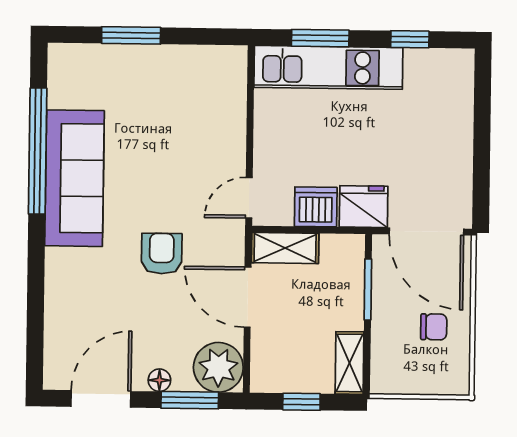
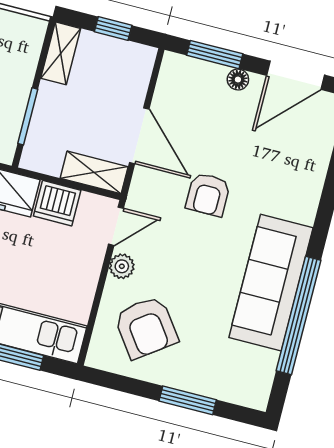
armchair: (193, 101) -> (146, 327), added
plant: (218, 367) -> (122, 266), moved, width x0.53, depth x0.53

